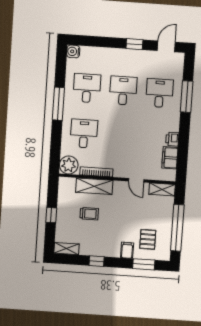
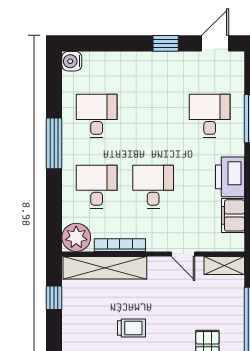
desk: (123, 91) -> (153, 187), moved
printer: (172, 139) -> (230, 177), width x1.87, depth x1.48
shelving: (94, 186) -> (105, 268), width x1.47
trolley: (89, 214) -> (131, 328), moved
window: (51, 215) -> (54, 298), moved

